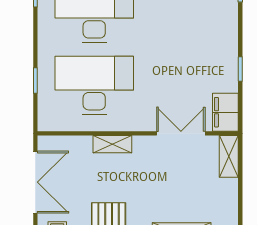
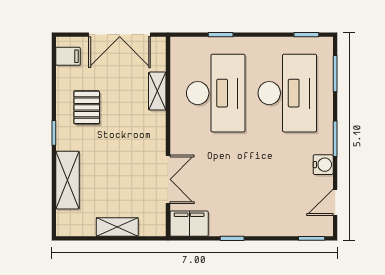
shelving: (112, 144) -> (157, 91), moved
shelving: (229, 156) -> (117, 227), moved

